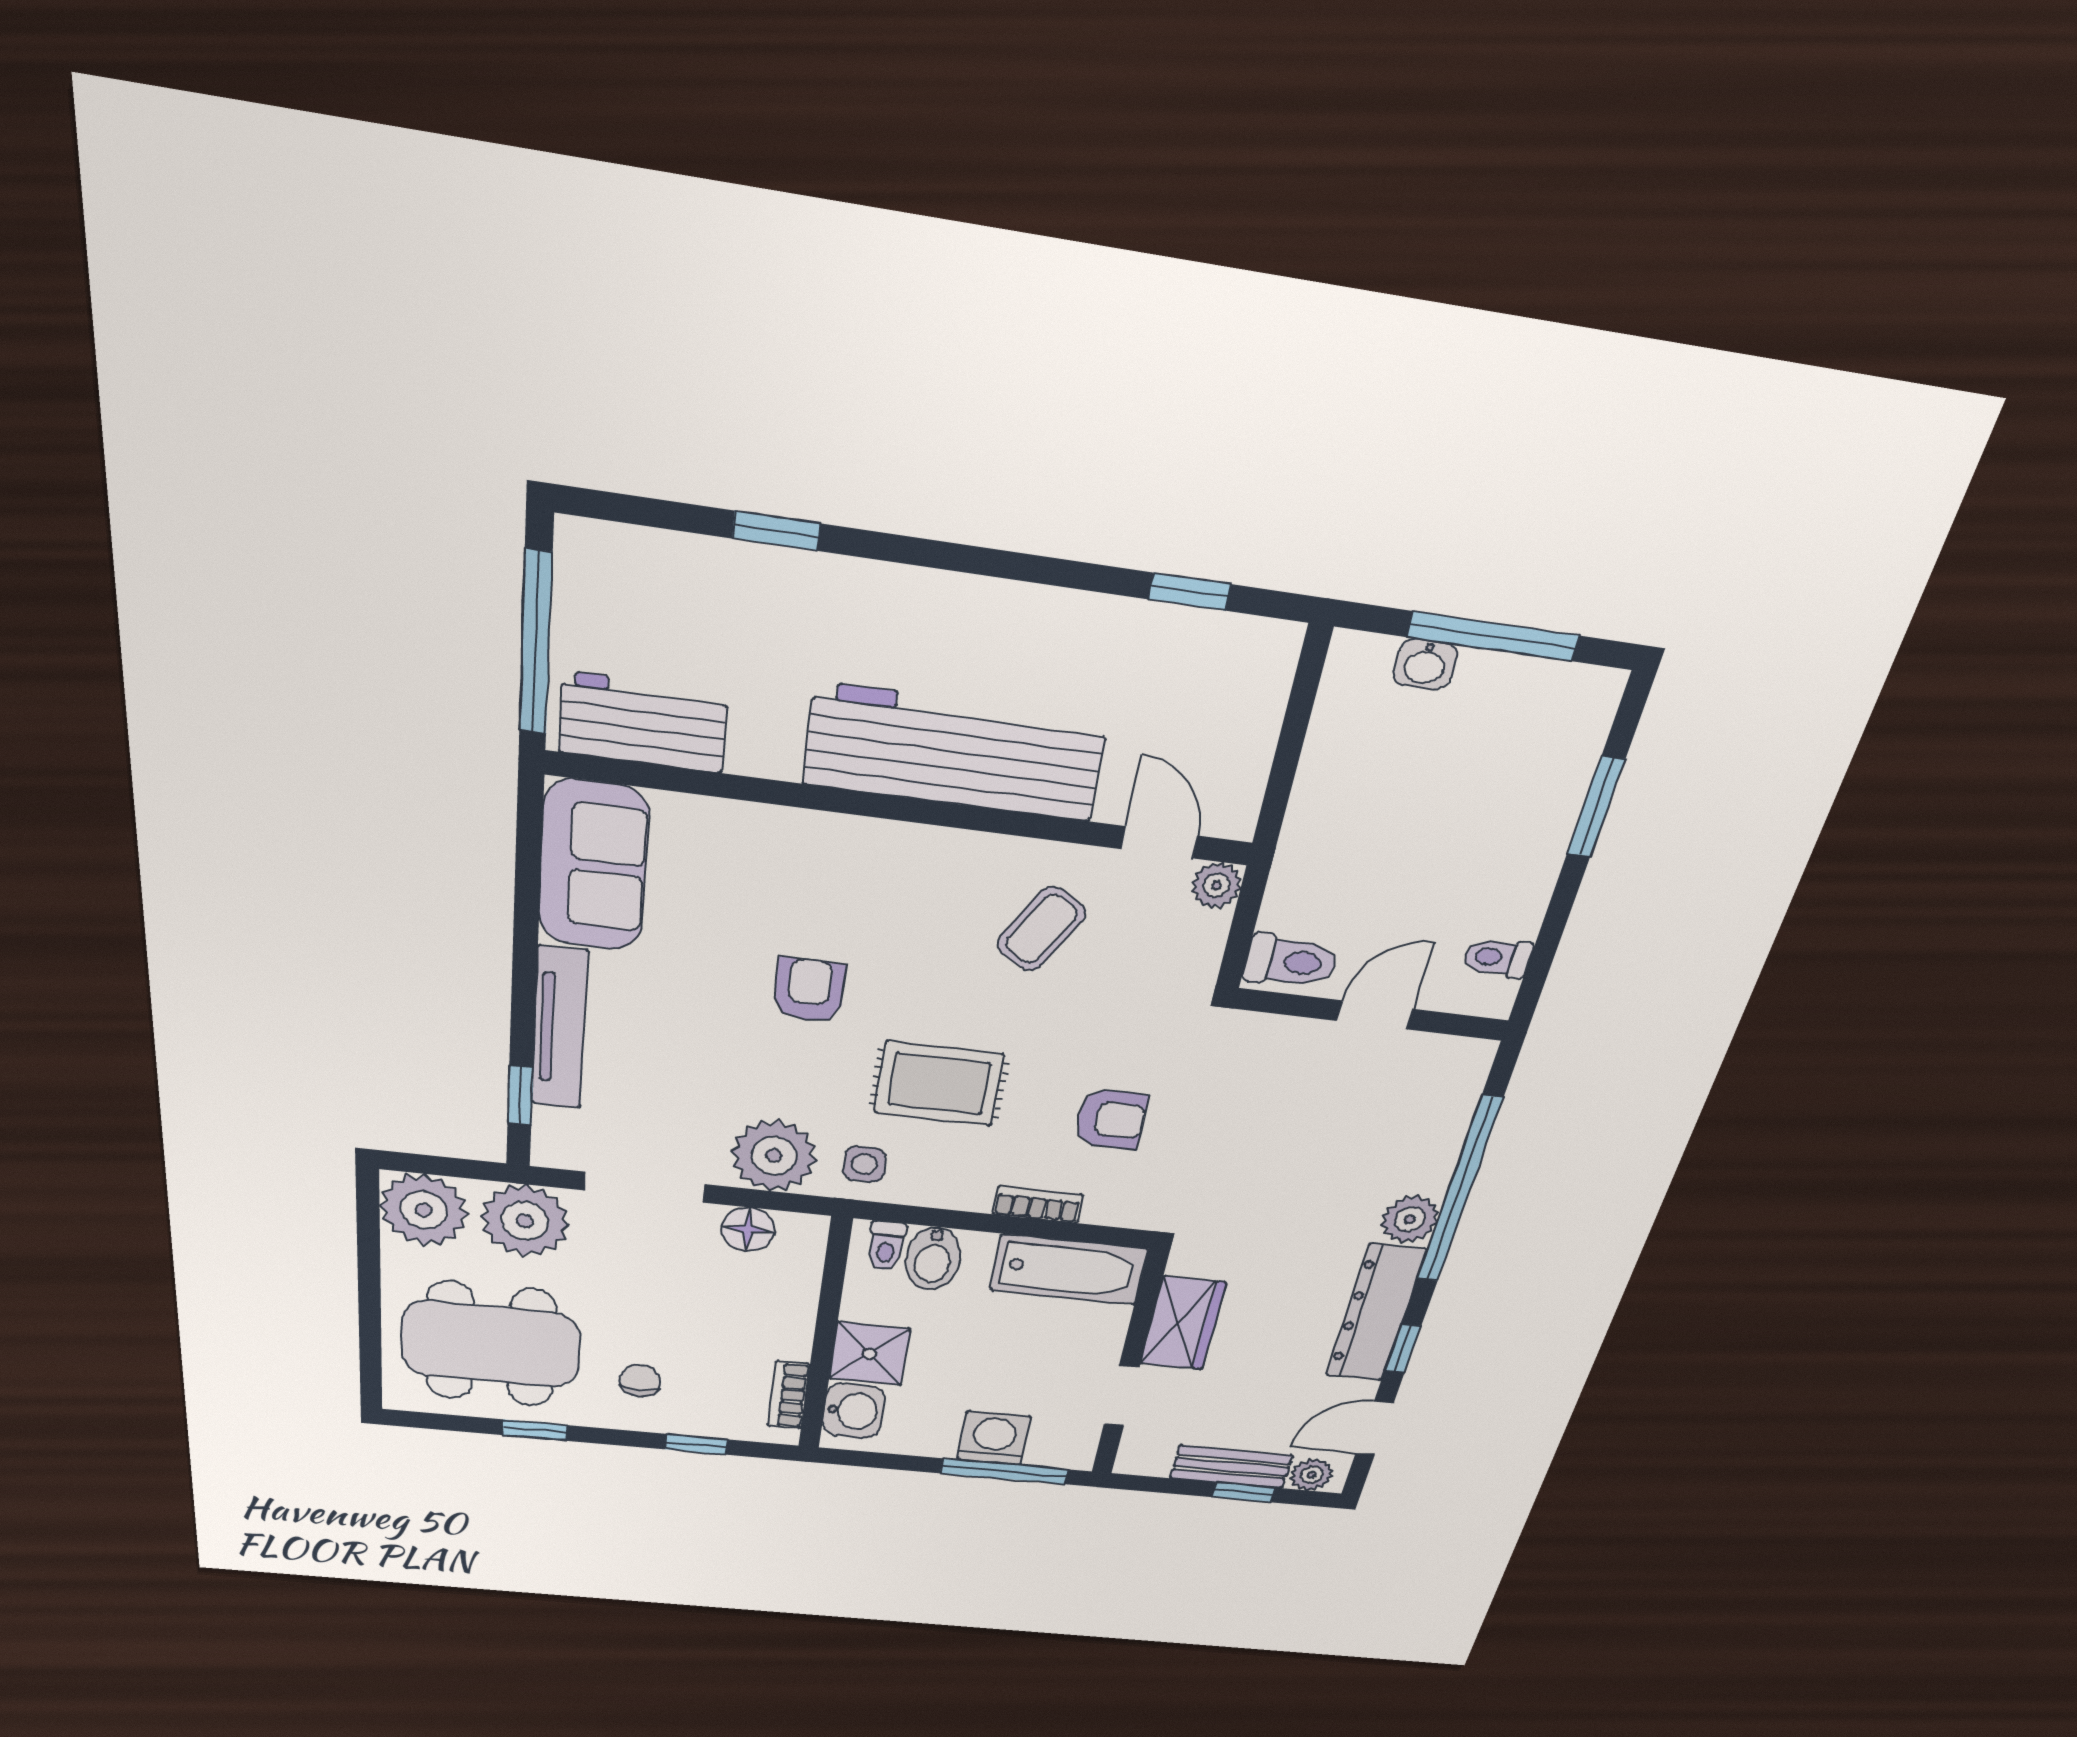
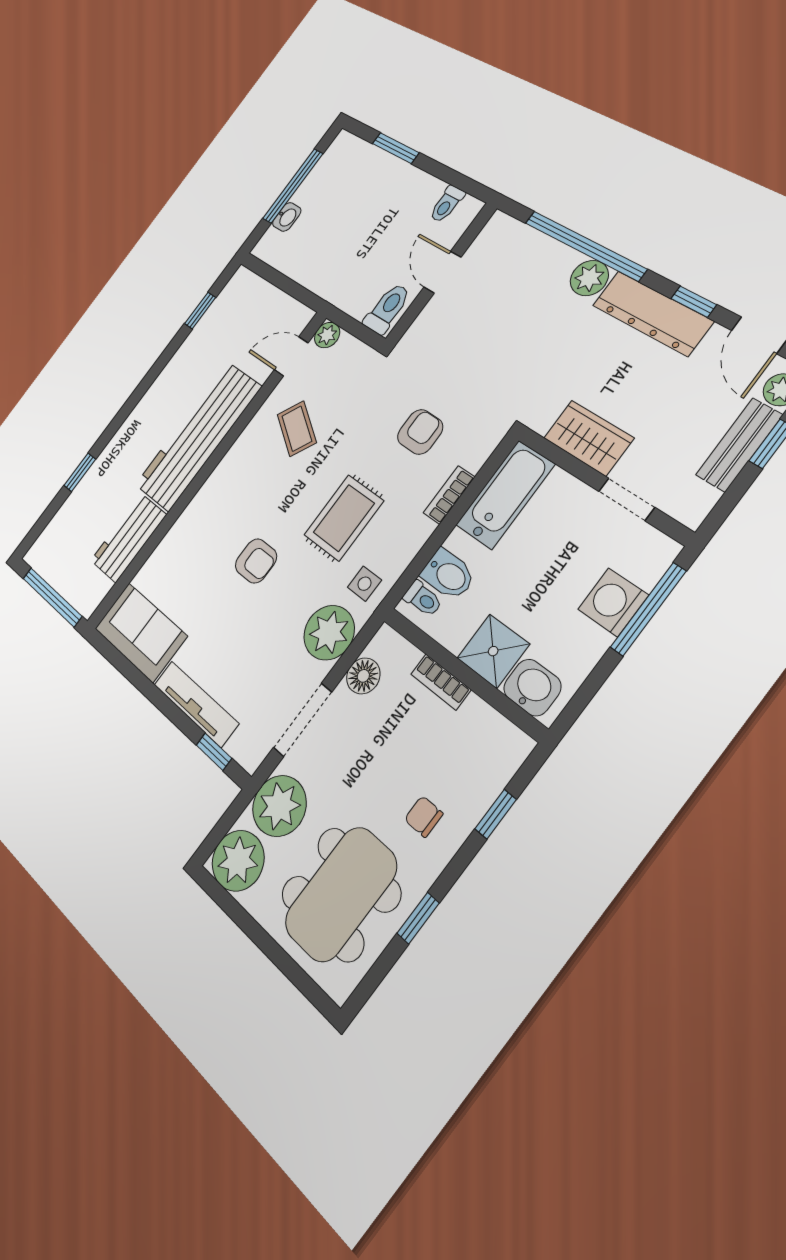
workbench: (643, 722) -> (128, 538), moved
armchair: (809, 990) -> (256, 561), turned 180
bookcase: (789, 1395) -> (441, 682), moved

